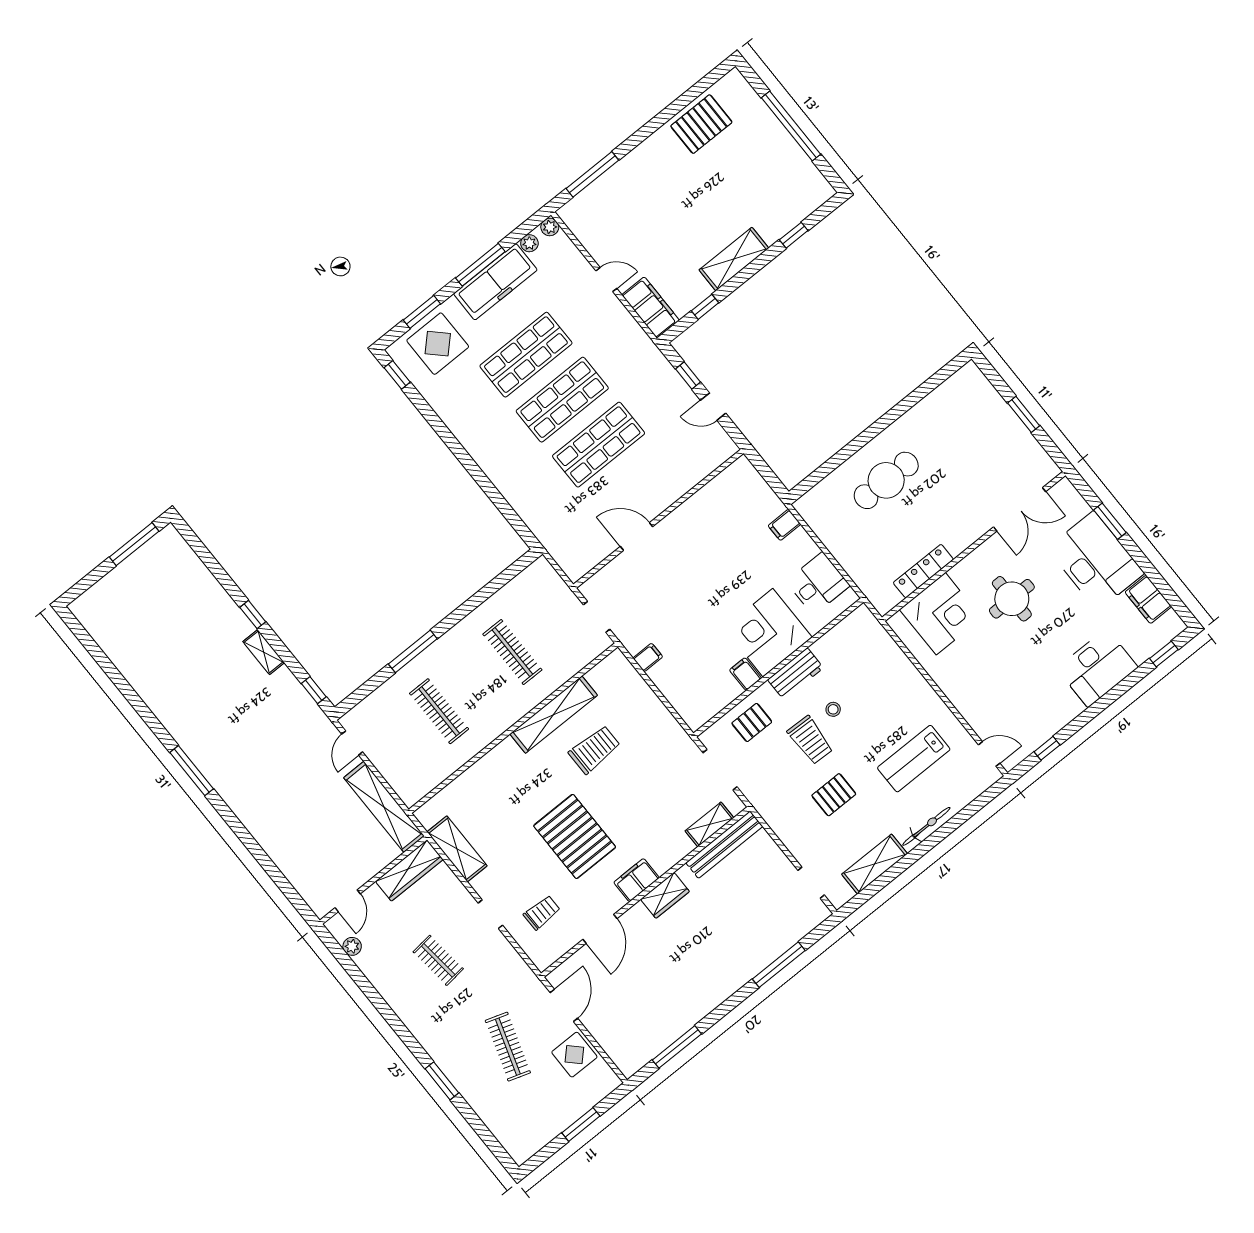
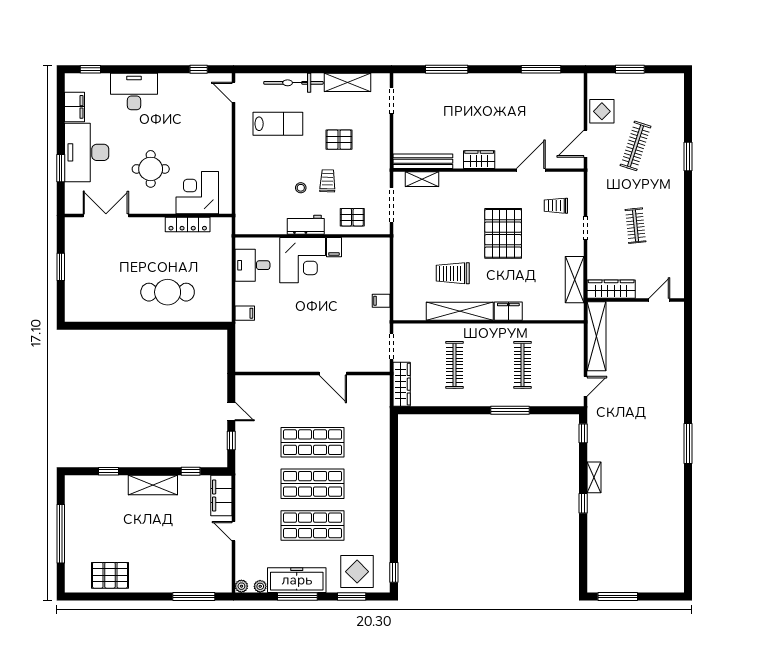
wardrobe: (553, 585) -> (402, 384), added
trolley: (810, 740) -> (328, 181), width x0.73, depth x0.72
bicycle: (926, 826) -> (293, 83), width x1.37, depth x1.40
filing cabinet: (636, 880) -> (508, 311), moved, turned 180
plant: (352, 946) -> (677, 272), removed

